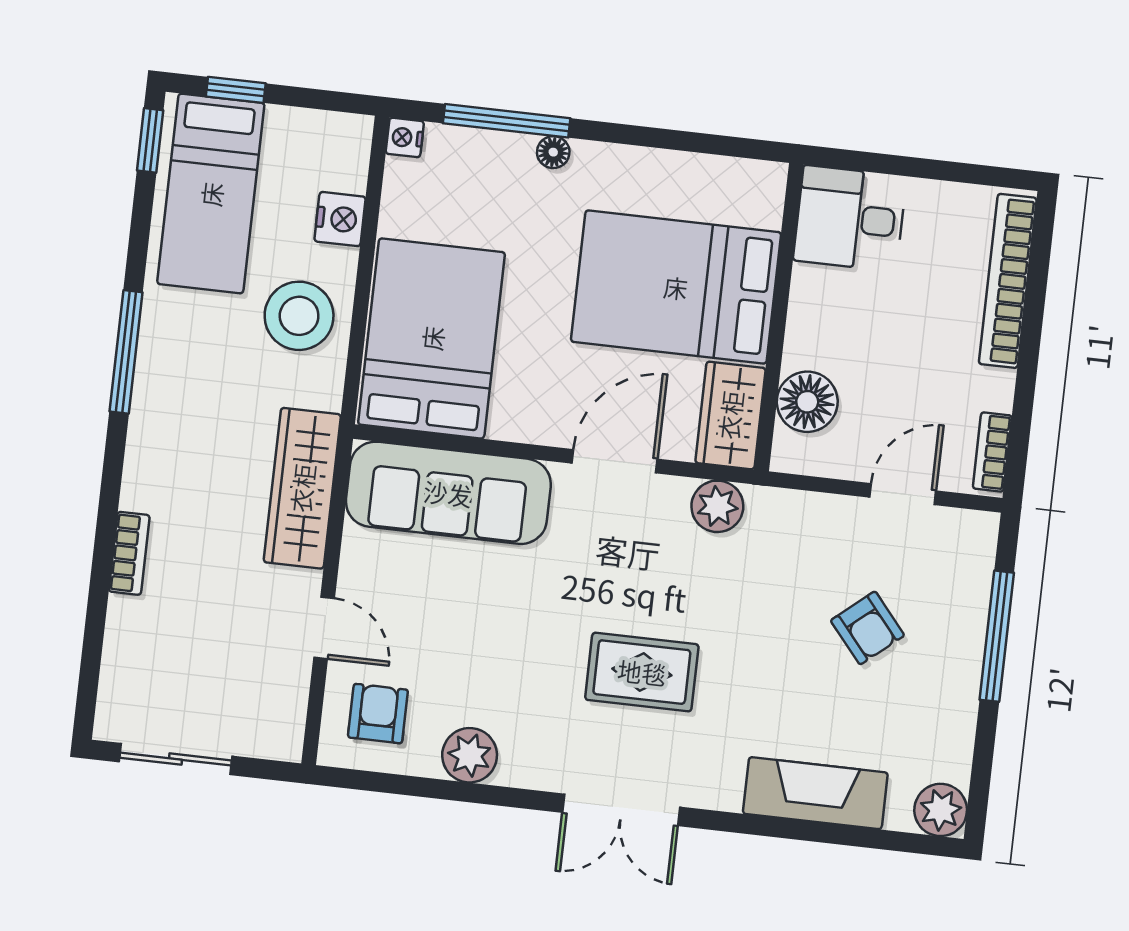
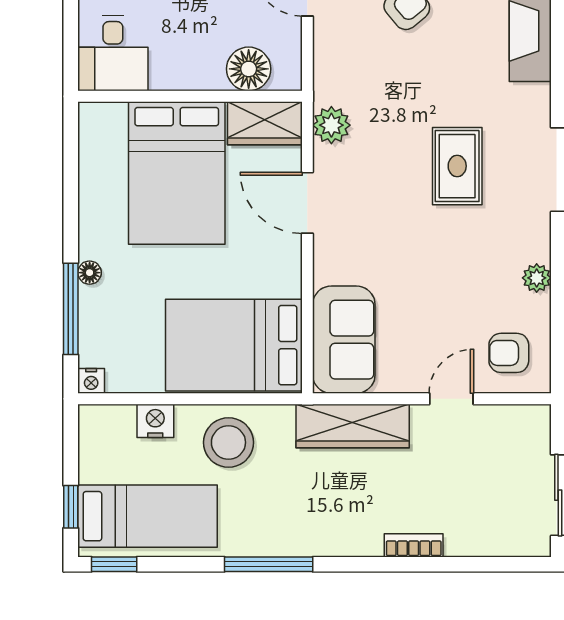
sofa: (448, 493) -> (344, 340), width x0.73
plant: (470, 755) -> (537, 278), width x0.73, depth x0.73

